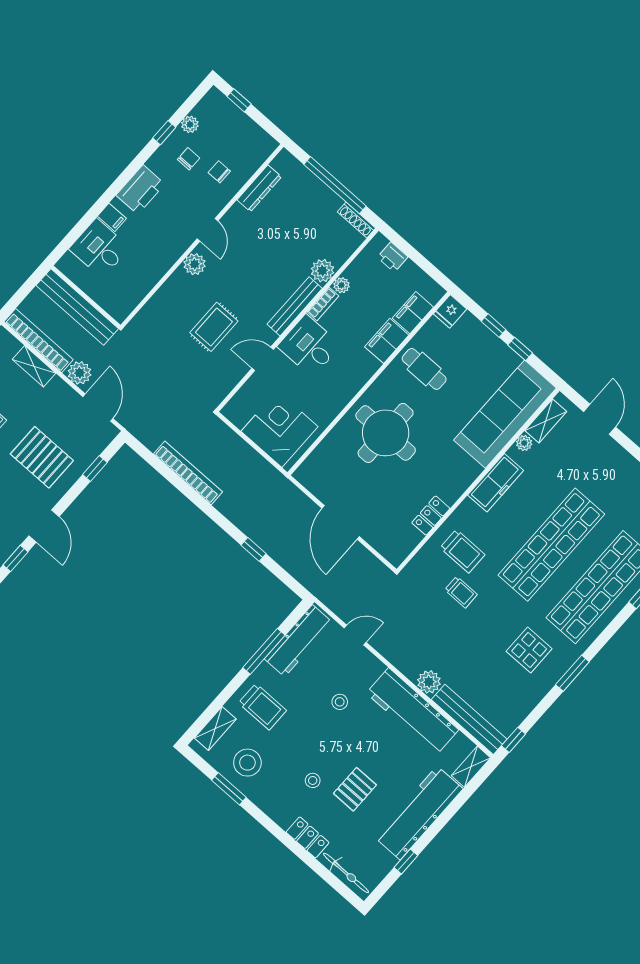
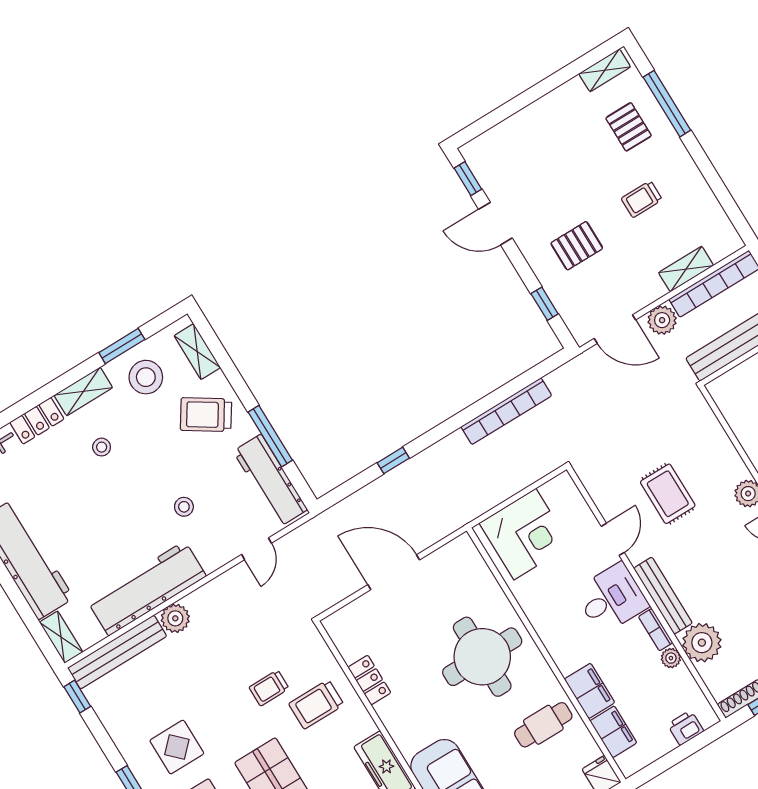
plant: (322, 271) -> (702, 643), width x1.36, depth x1.36
pallet: (42, 457) -> (577, 246), width x0.67, depth x0.71
trolley: (262, 707) -> (206, 415), turned 33
pallet: (355, 789) -> (76, 493), removed
shelving: (274, 808) -> (83, 391), added

